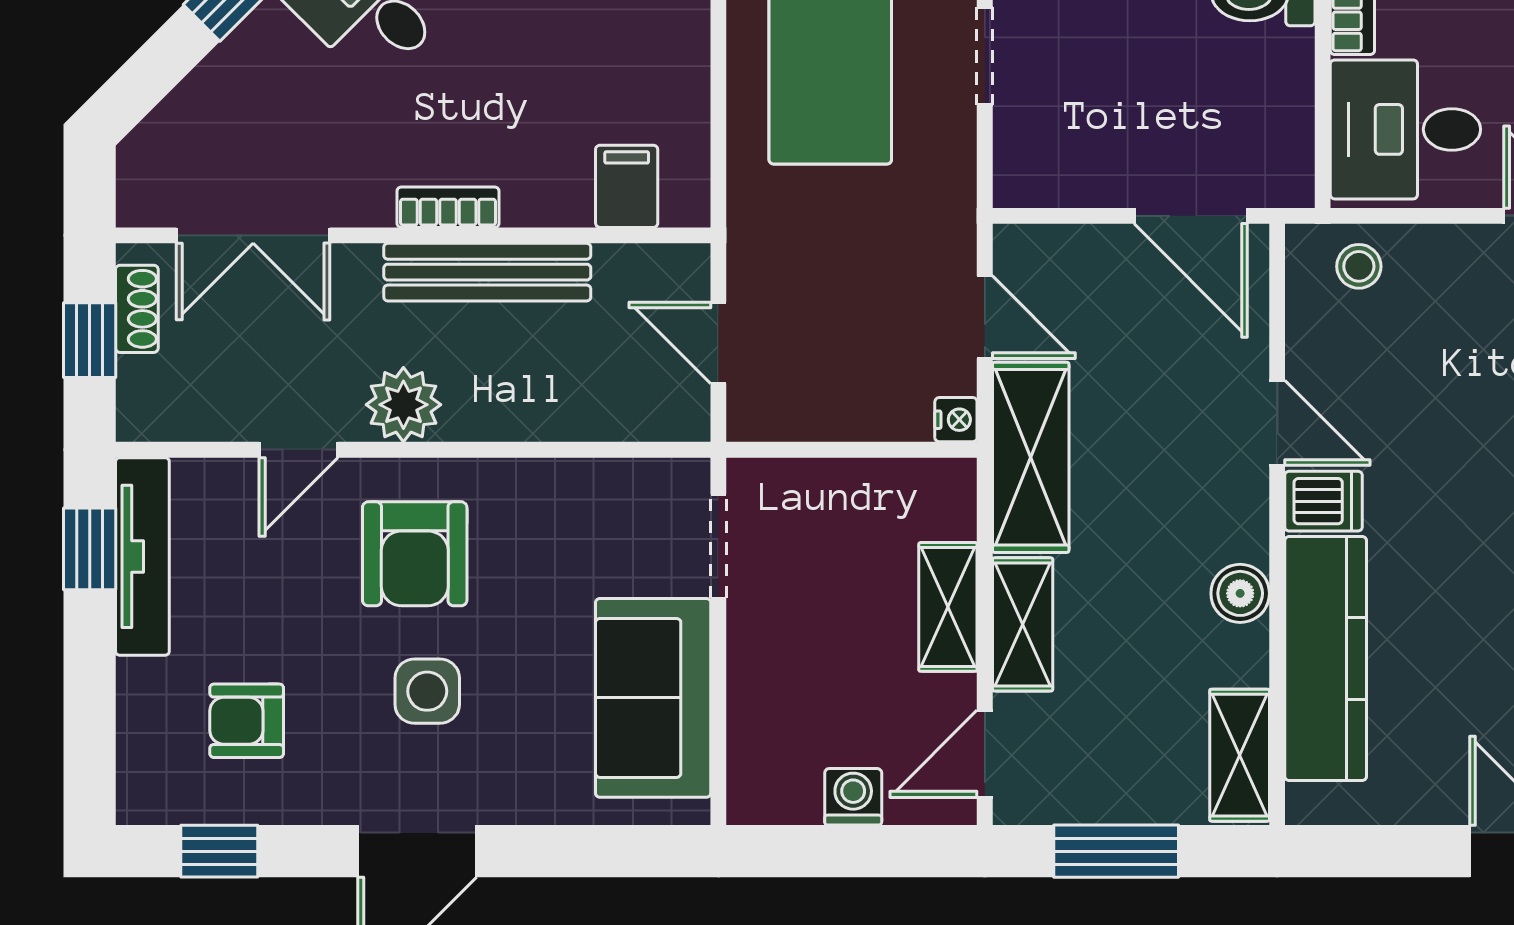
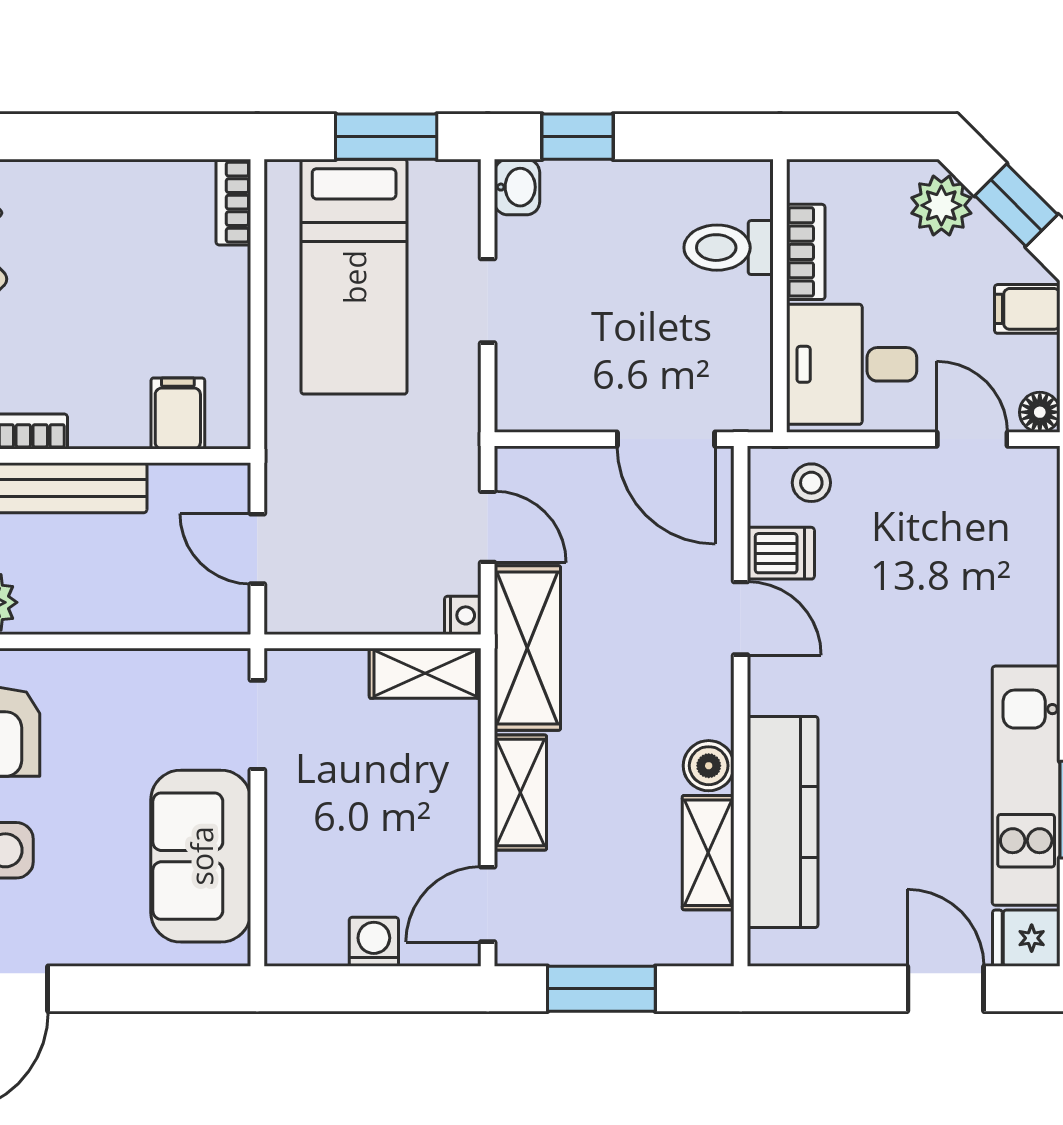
dishwasher: (1324, 501) -> (781, 553), moved
shelving: (948, 607) -> (425, 673), moved, turned 90
shelving: (1240, 755) -> (708, 853), moved

